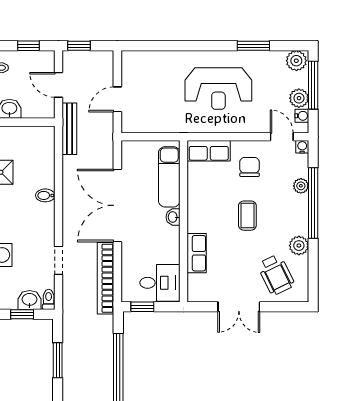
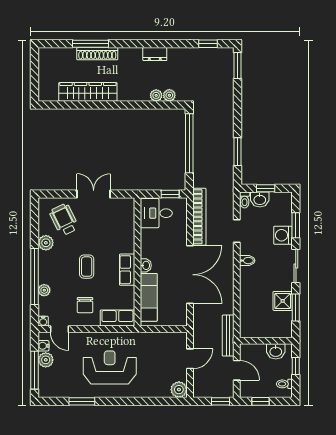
plant: (296, 61) -> (179, 390), moved
bidet: (45, 195) -> (247, 261), moved
row of seats: (197, 253) -> (127, 270), moved

